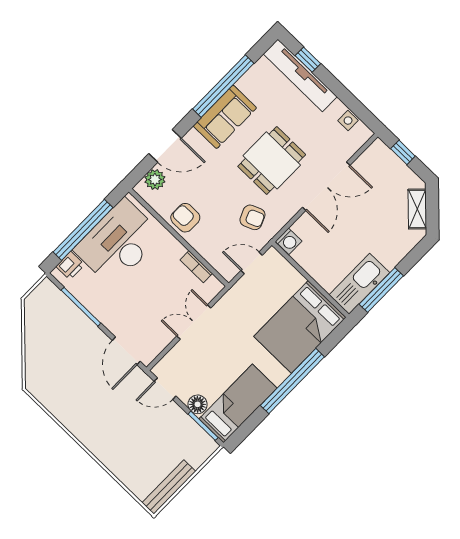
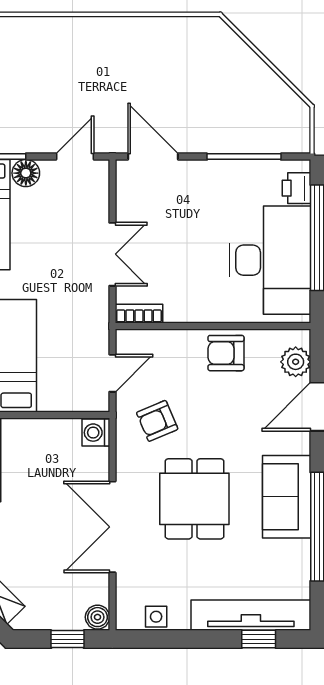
boiler: (377, 149) -> (97, 617), added
armchair: (185, 218) -> (226, 353), turned 180
bookcase: (196, 267) -> (139, 314), moved

